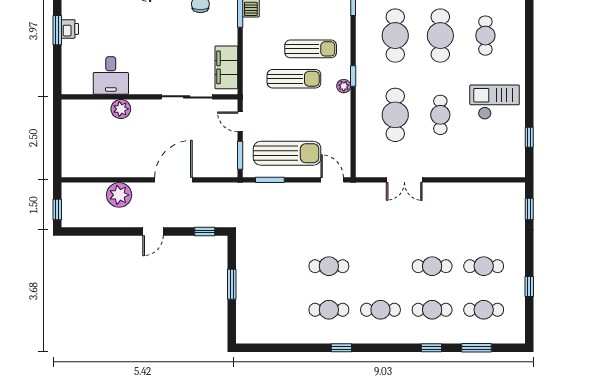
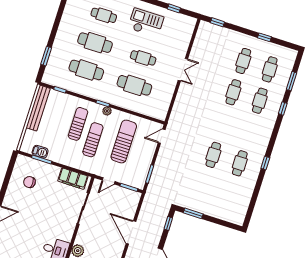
checkout: (495, 102) -> (146, 23), turned 90
sun lounger: (287, 153) -> (124, 142), moved
double door: (404, 180) -> (183, 70), moved
window: (232, 284) -> (193, 213), moved
cafe table: (380, 310) -> (250, 132), removed

